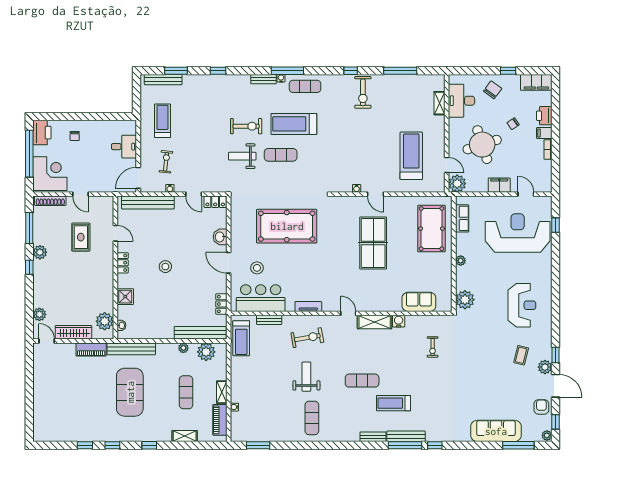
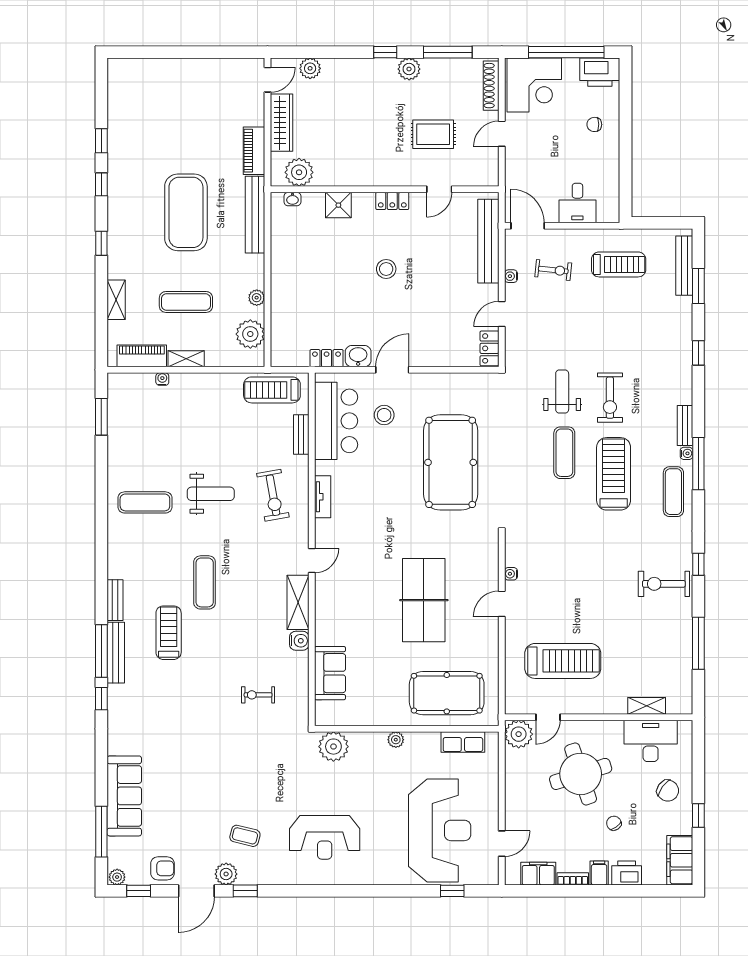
filing cabinet: (499, 185) -> (538, 874), moved, turned -90
washbasin: (220, 237) -> (358, 356), moved
table tennis table: (373, 243) -> (424, 600), turned 90
bench: (200, 333) -> (281, 325), removed
exercise mat: (130, 392) -> (186, 212), turned 90

